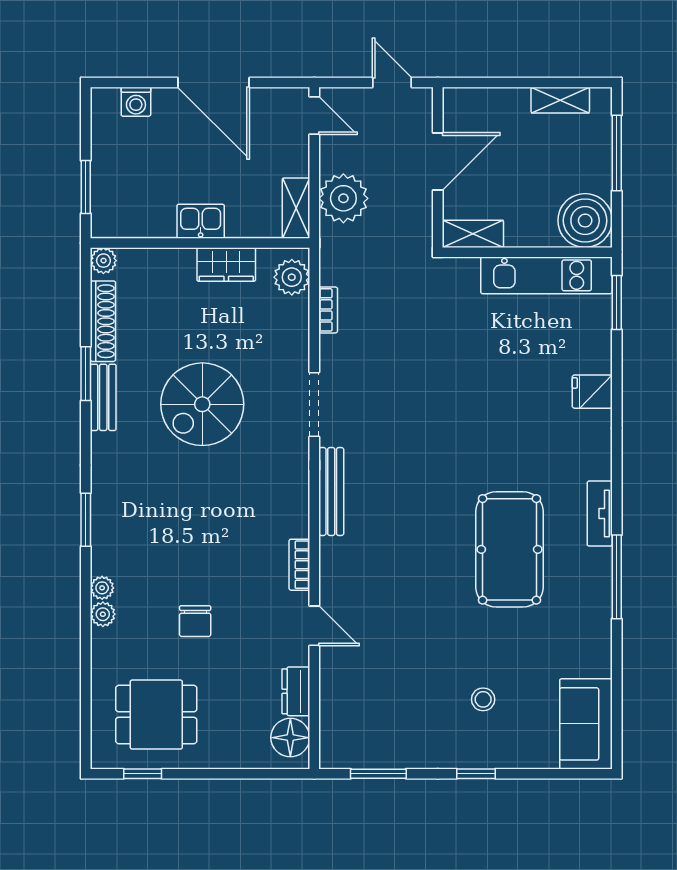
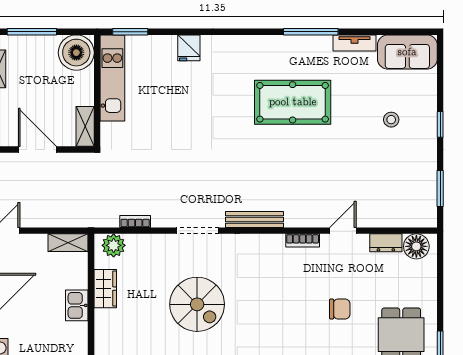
plant: (343, 198) -> (62, 211), removed
tv unit: (600, 514) -> (355, 43), moved

